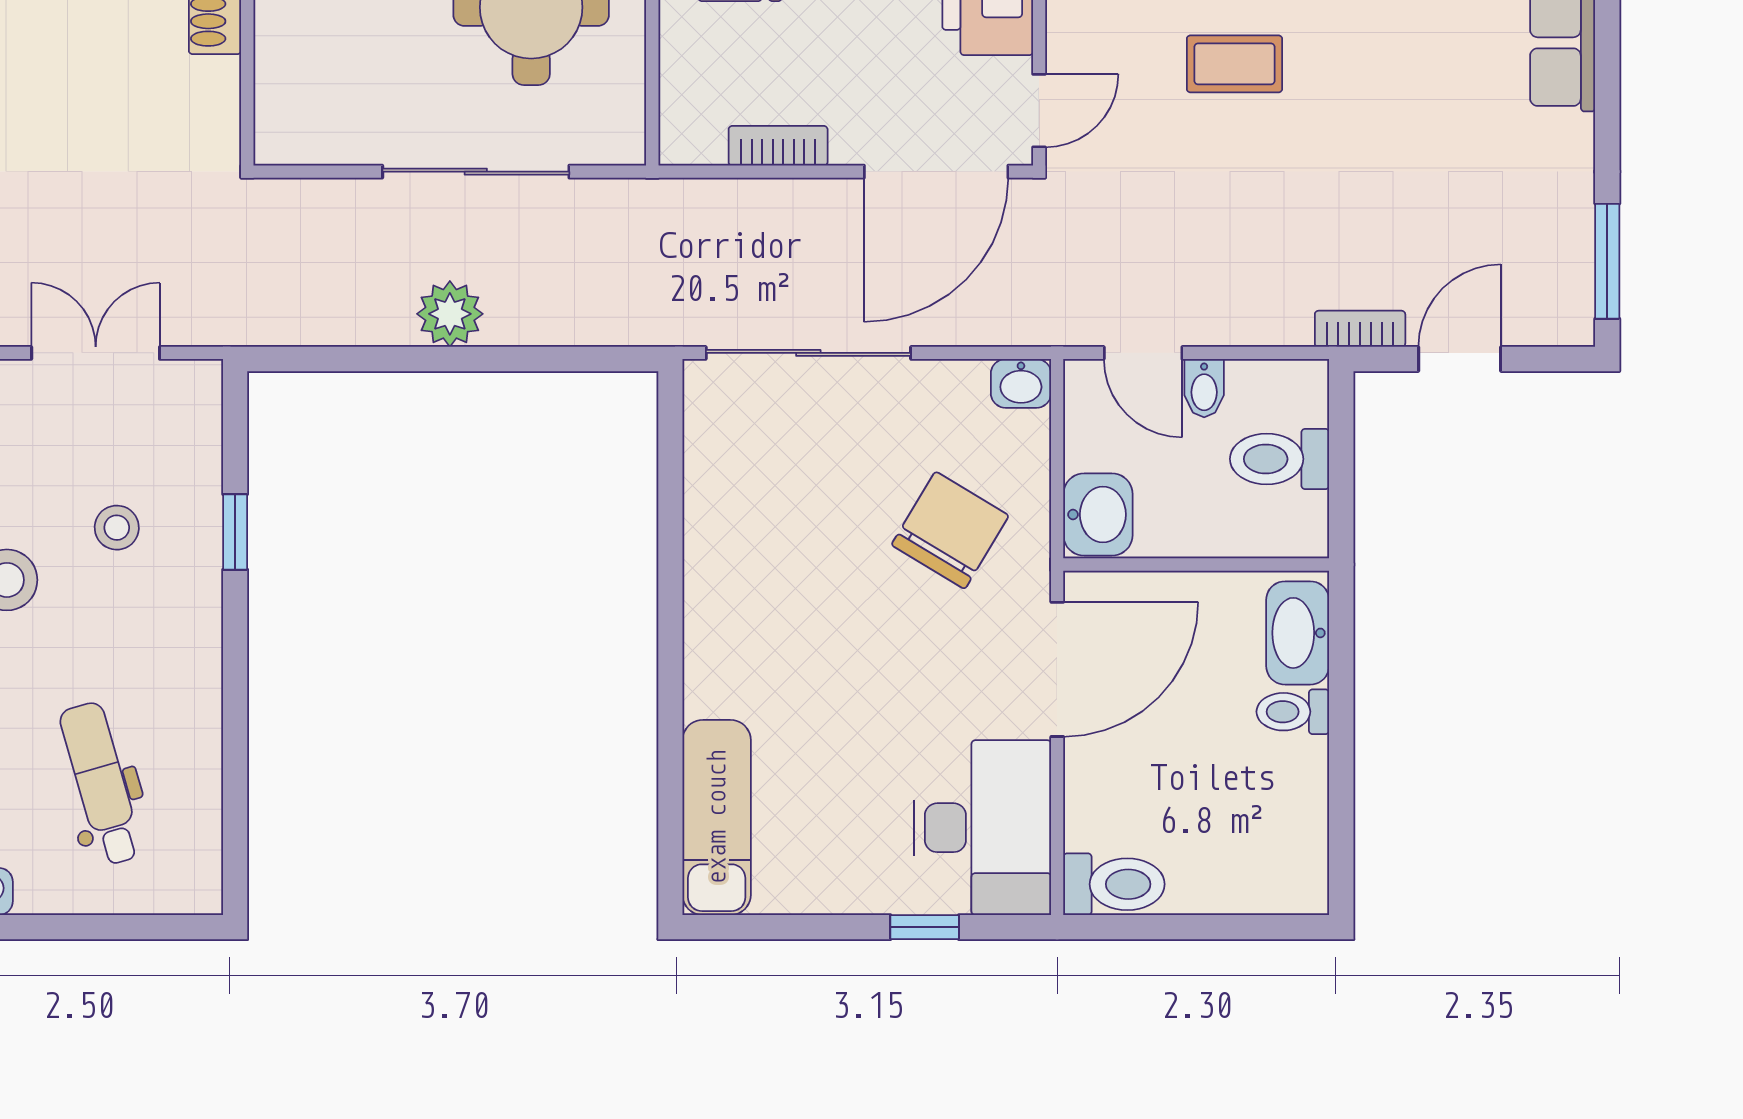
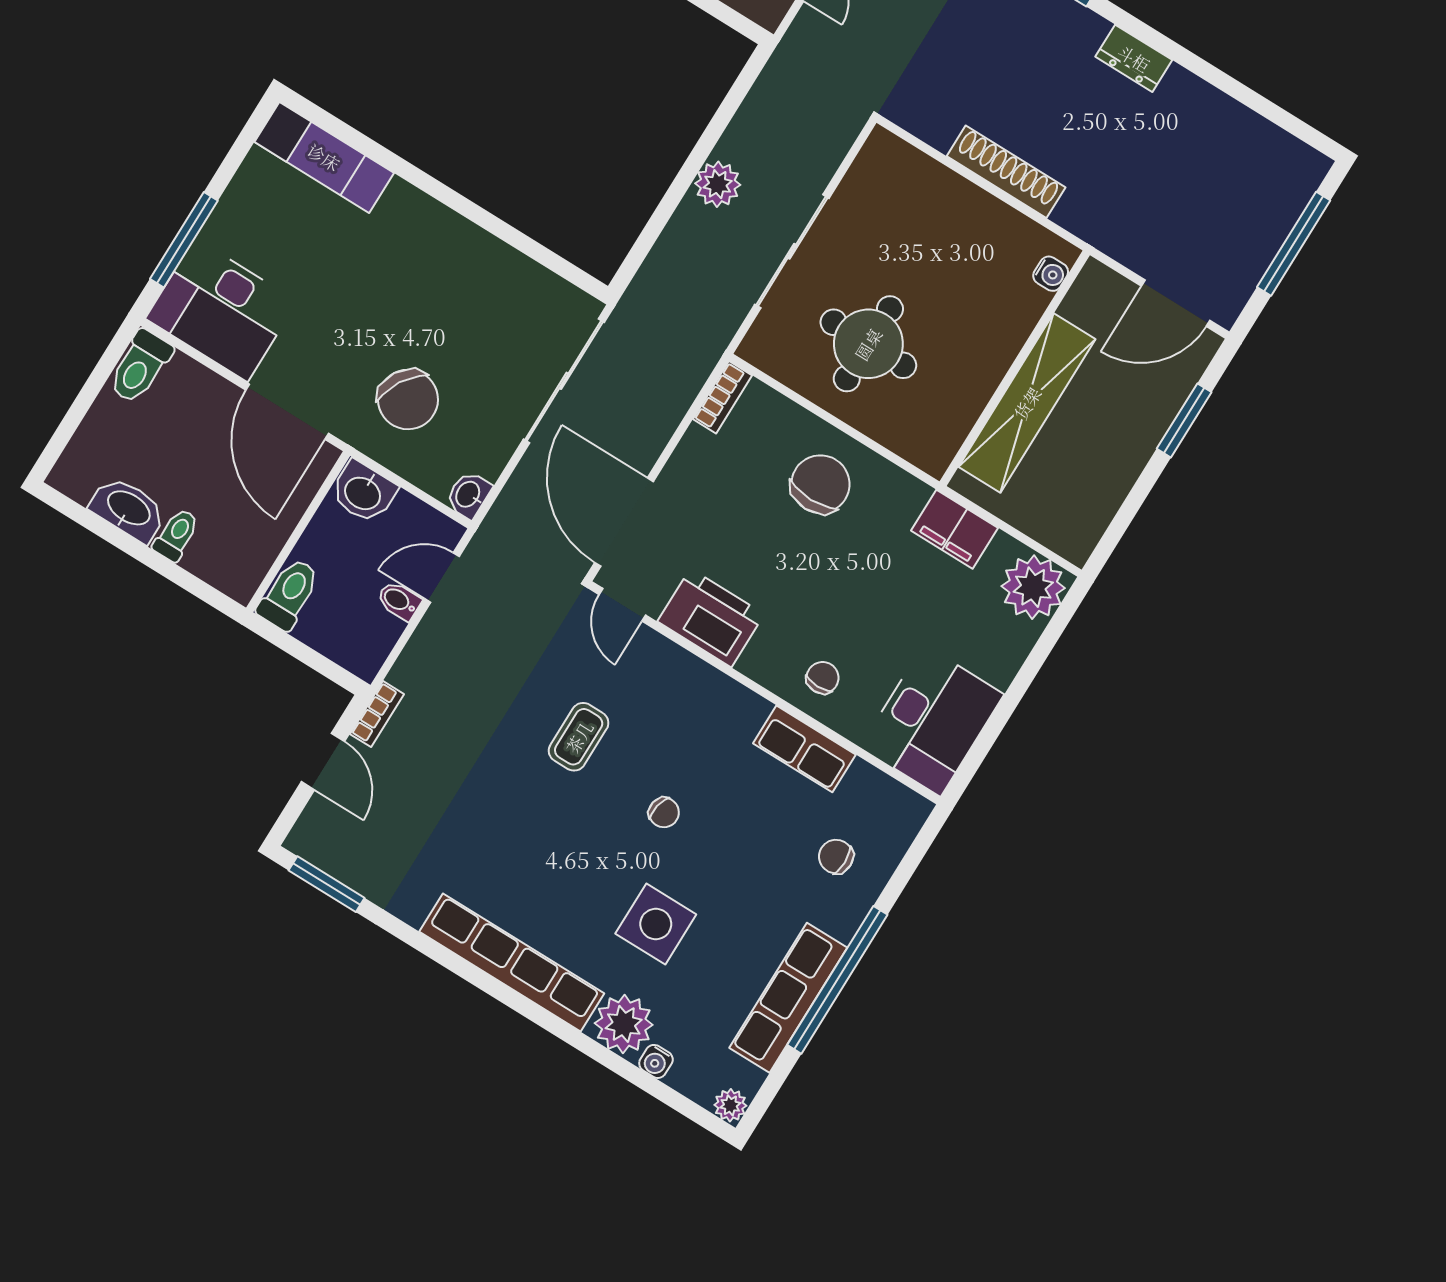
bookcase: (778, 146) -> (722, 397), moved
toilet: (1280, 459) -> (289, 594), moved
washbasin: (1298, 633) -> (128, 509), moved
window: (925, 927) -> (184, 240), width x2.17

